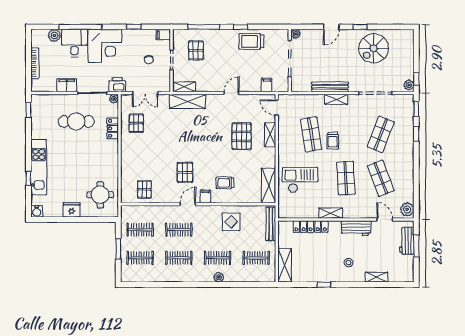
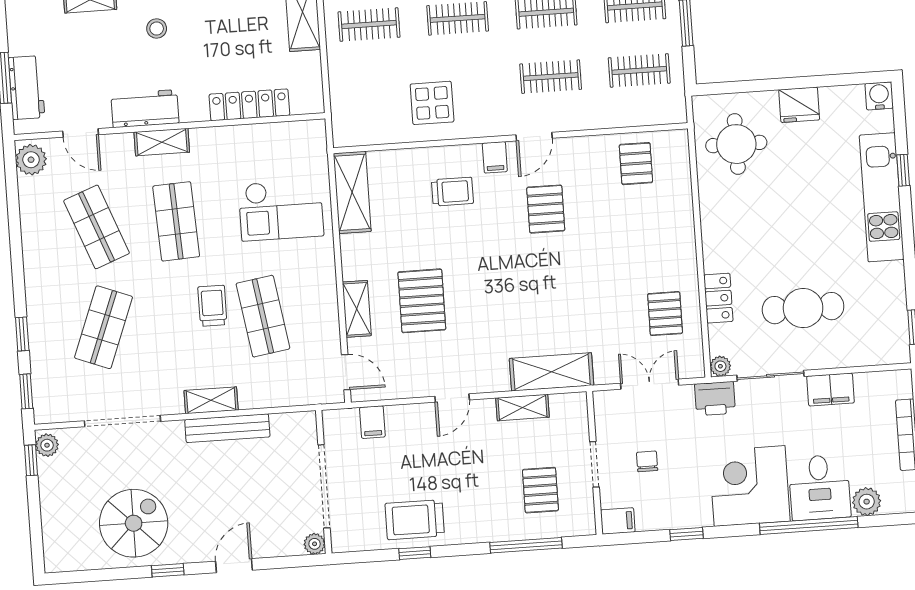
window: (241, 27) -> (415, 553), moved
trolley: (251, 41) -> (415, 520), turned 180
shelving: (184, 87) -> (523, 408), moved
shelving: (331, 213) -> (162, 142), moved
bench: (271, 224) -> (341, 105), removed

